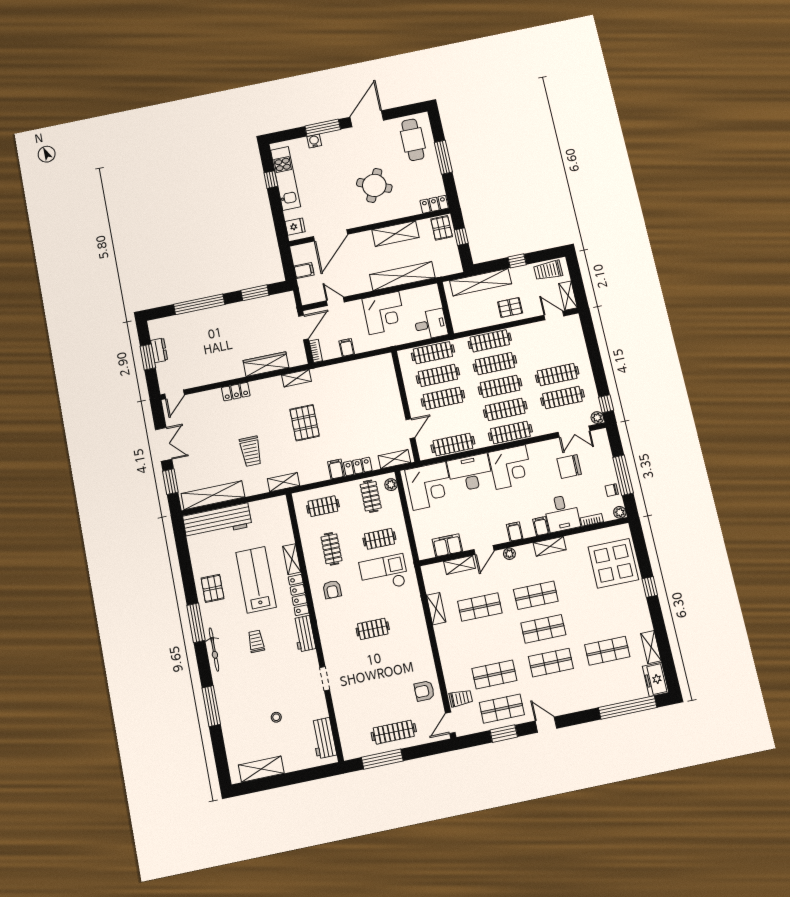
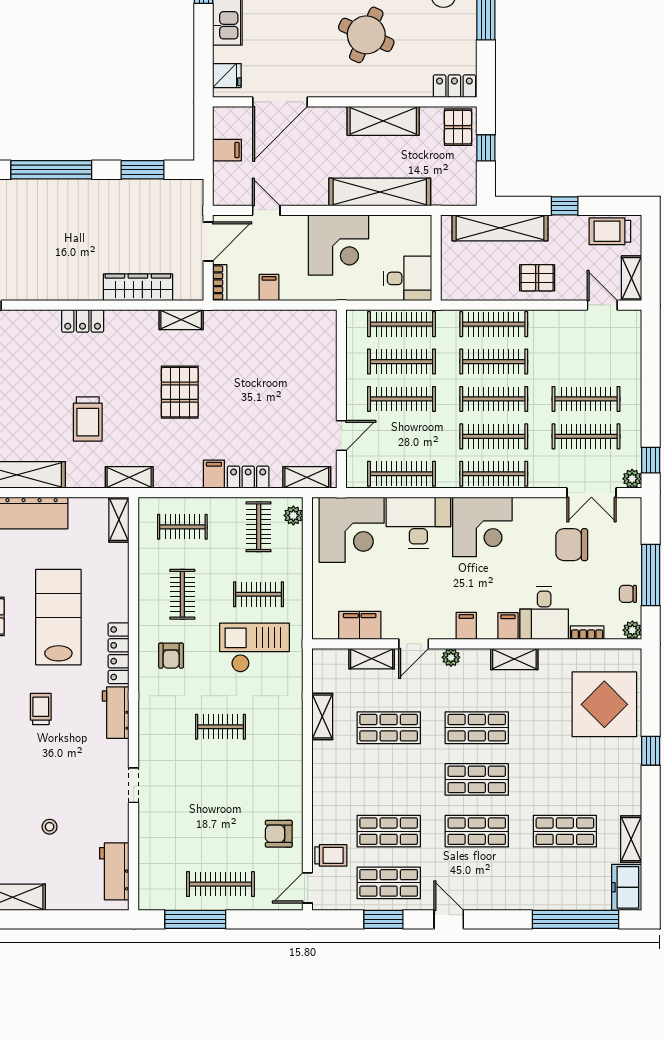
shelving: (292, 559) -> (119, 520), moved

